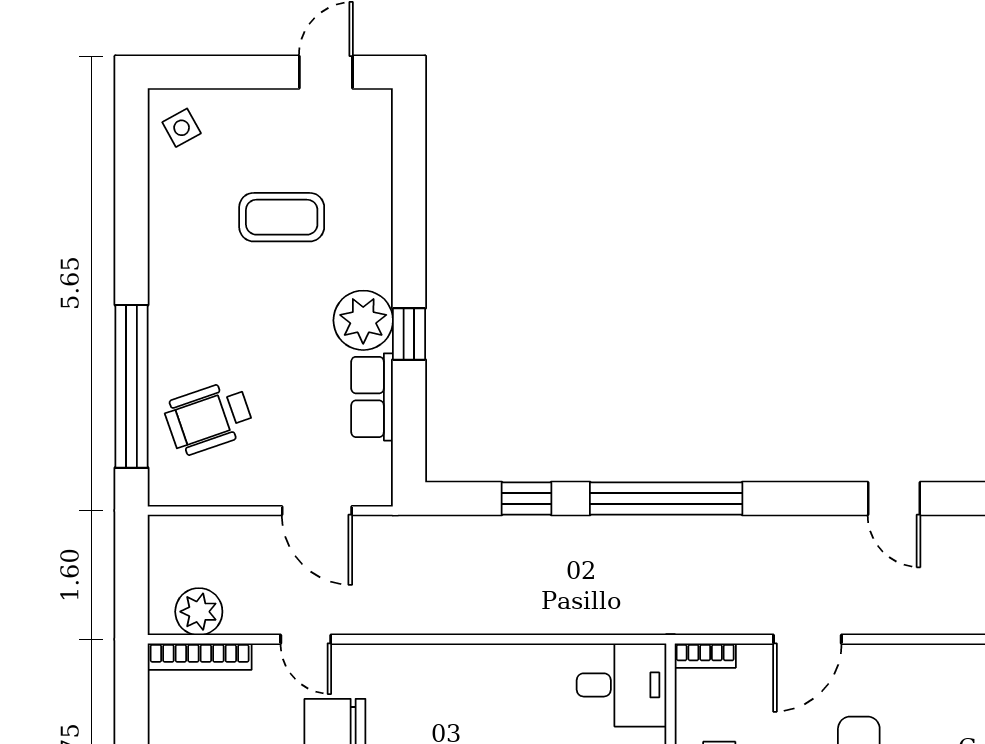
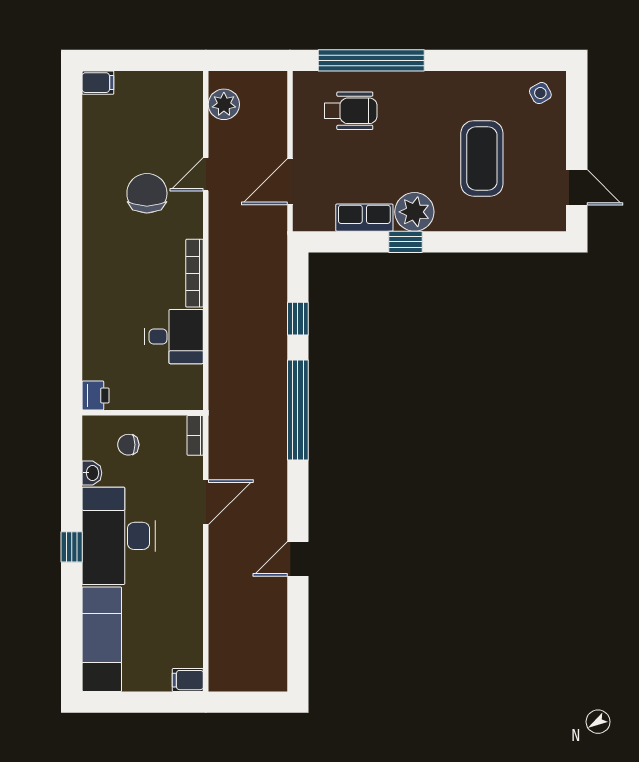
coffee table: (282, 217) -> (482, 158), width x1.36, depth x1.32
wheelchair: (209, 418) -> (351, 111), turned 109
door: (807, 639) -> (206, 502), swing flipped
bookcase: (200, 657) -> (195, 273), moved
desk: (622, 685) -> (174, 337), moved, turned -90

